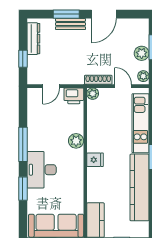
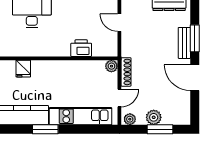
printer: (74, 96) -> (81, 48), moved, turned 90
plant: (76, 141) -> (62, 49), removed
fridge: (95, 160) -> (23, 69), moved

